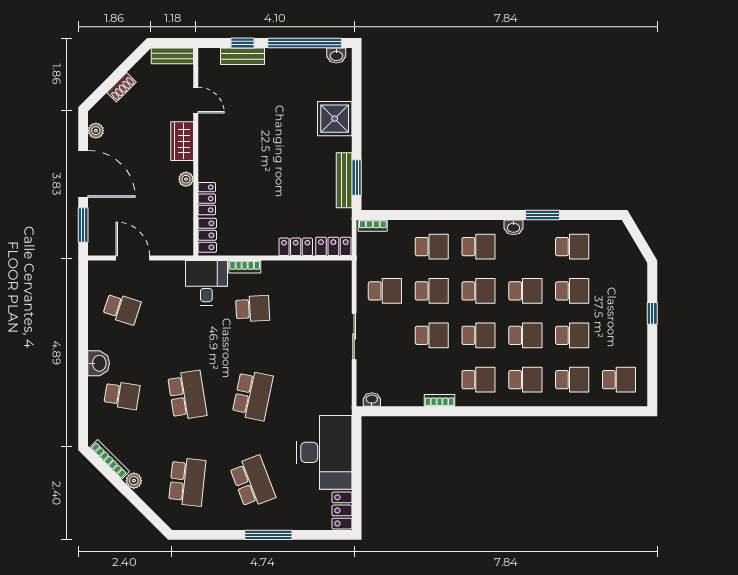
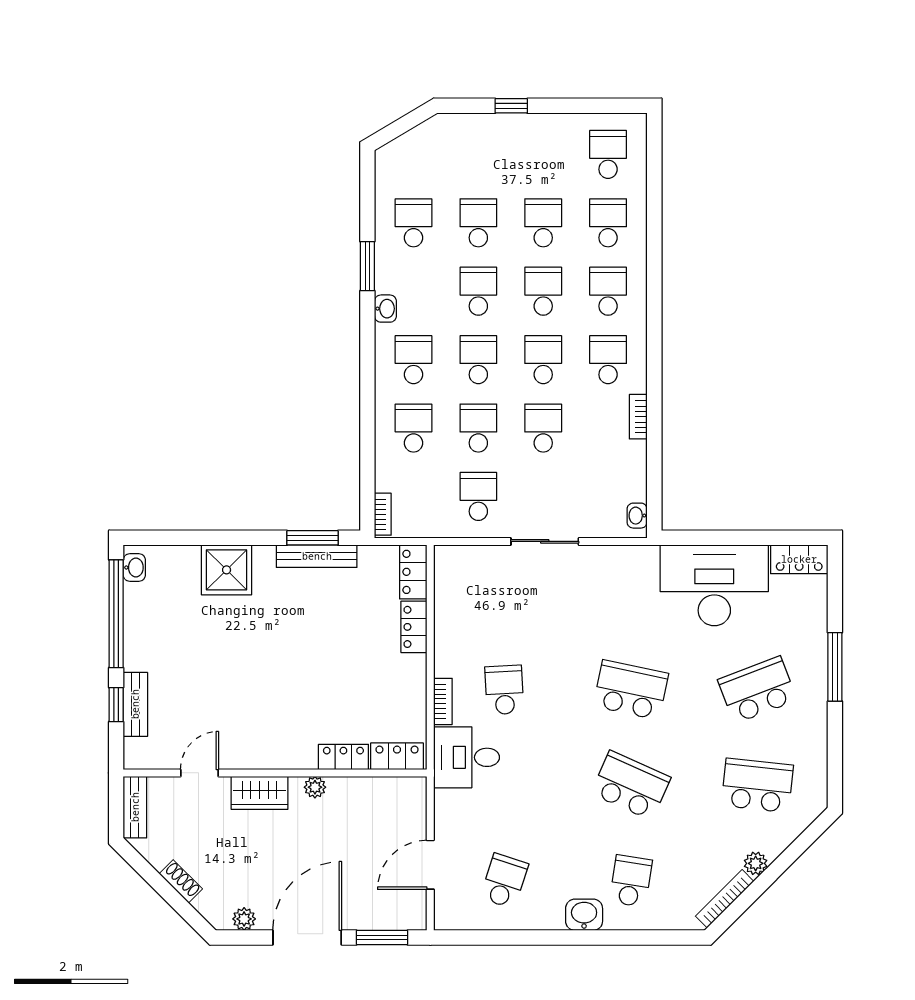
school desk: (187, 395) -> (631, 785), turned 33

